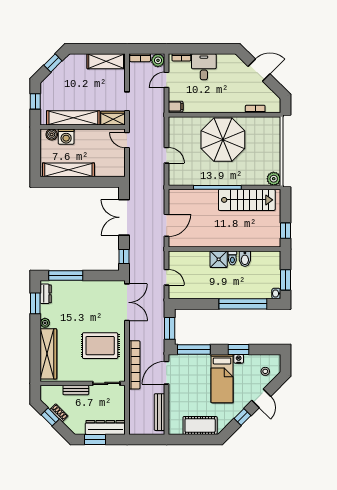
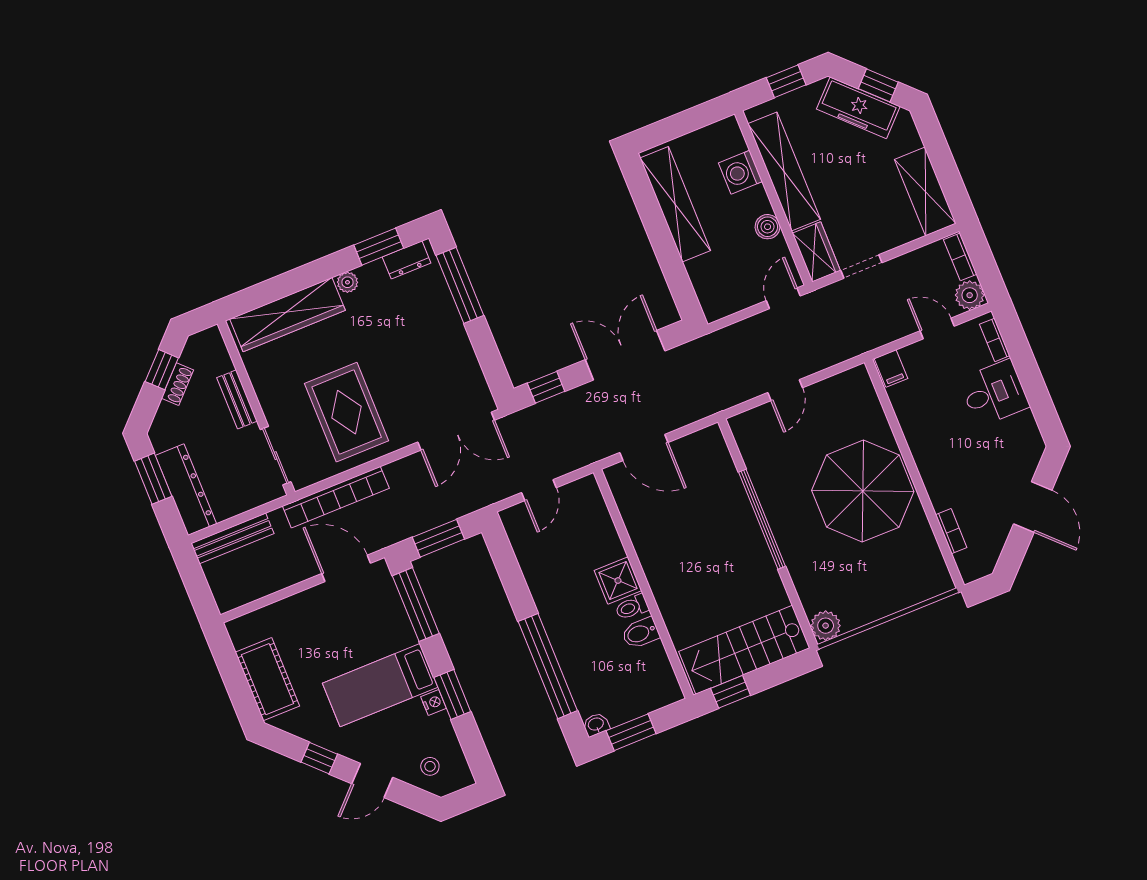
freezer: (59, 75) -> (858, 108), added
boiler: (52, 134) -> (768, 227), moved
stairs: (247, 200) -> (744, 650), moved, turned 90
bench: (159, 412) -> (232, 538), moved

